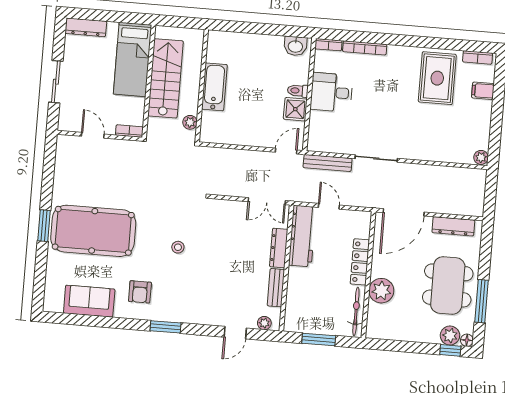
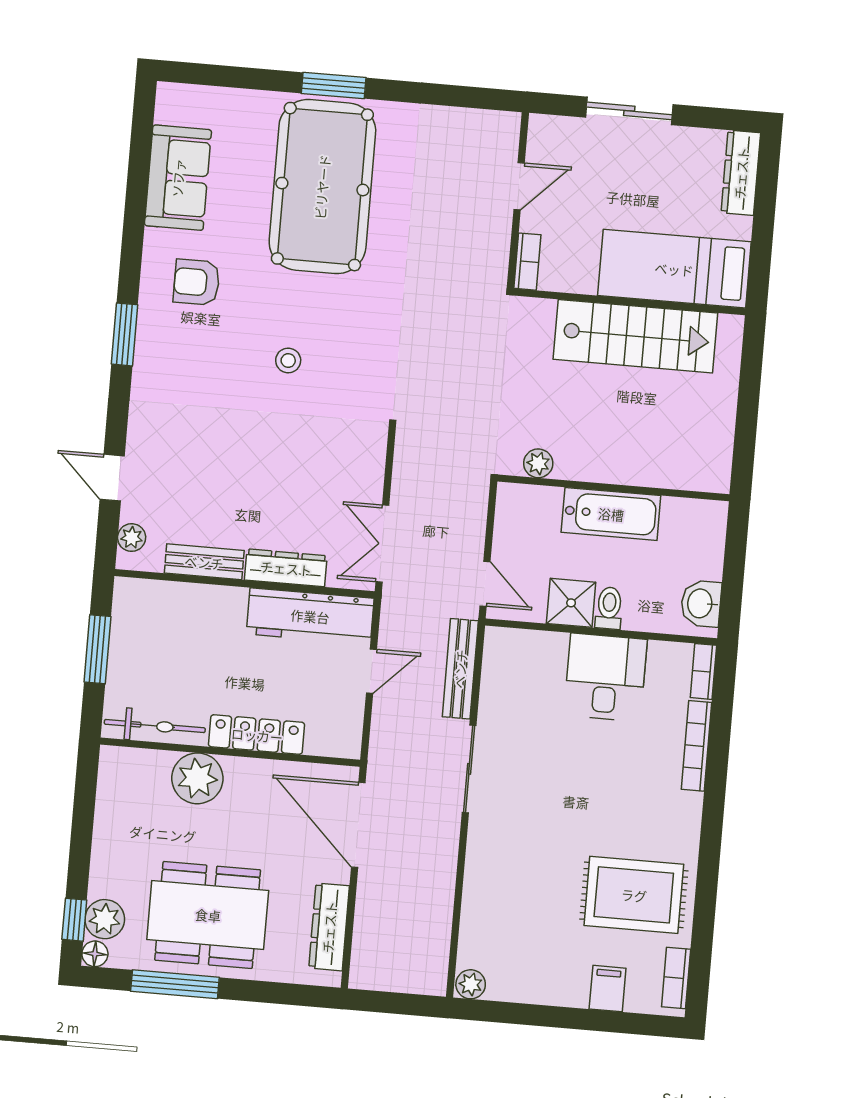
wall: (202, 86) -> (613, 488), moved
bathtub: (214, 87) -> (611, 514), moved
plant: (190, 122) -> (538, 463), moved

